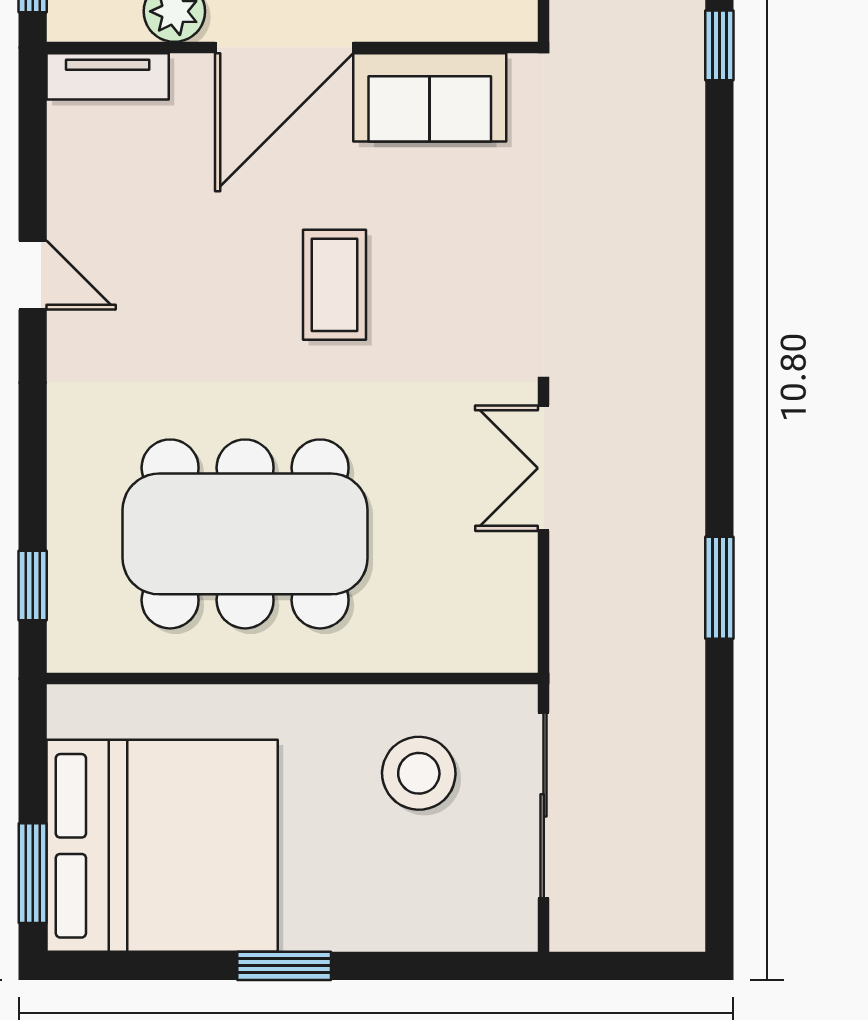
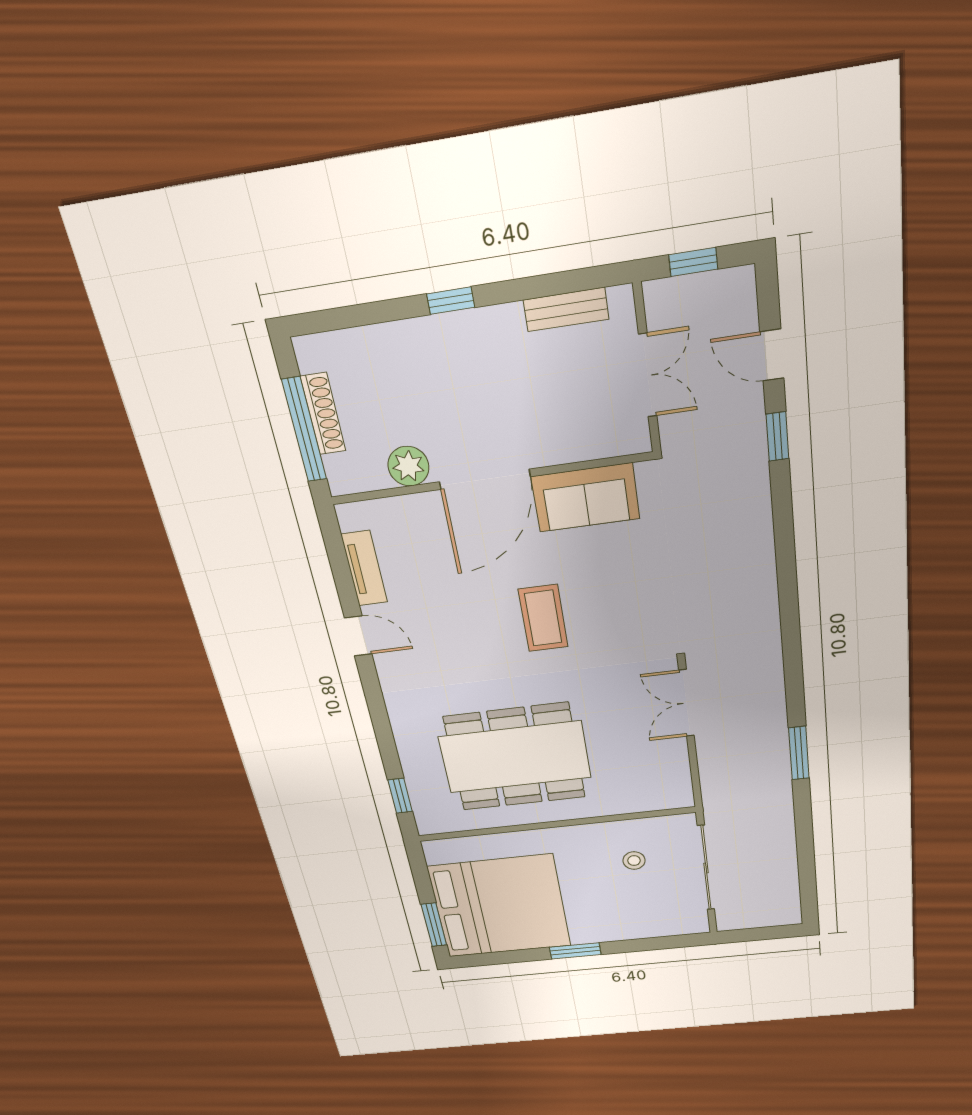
tv unit: (108, 76) -> (364, 568), moved, turned -90
stool: (419, 773) -> (634, 861), width x0.53, depth x0.53

